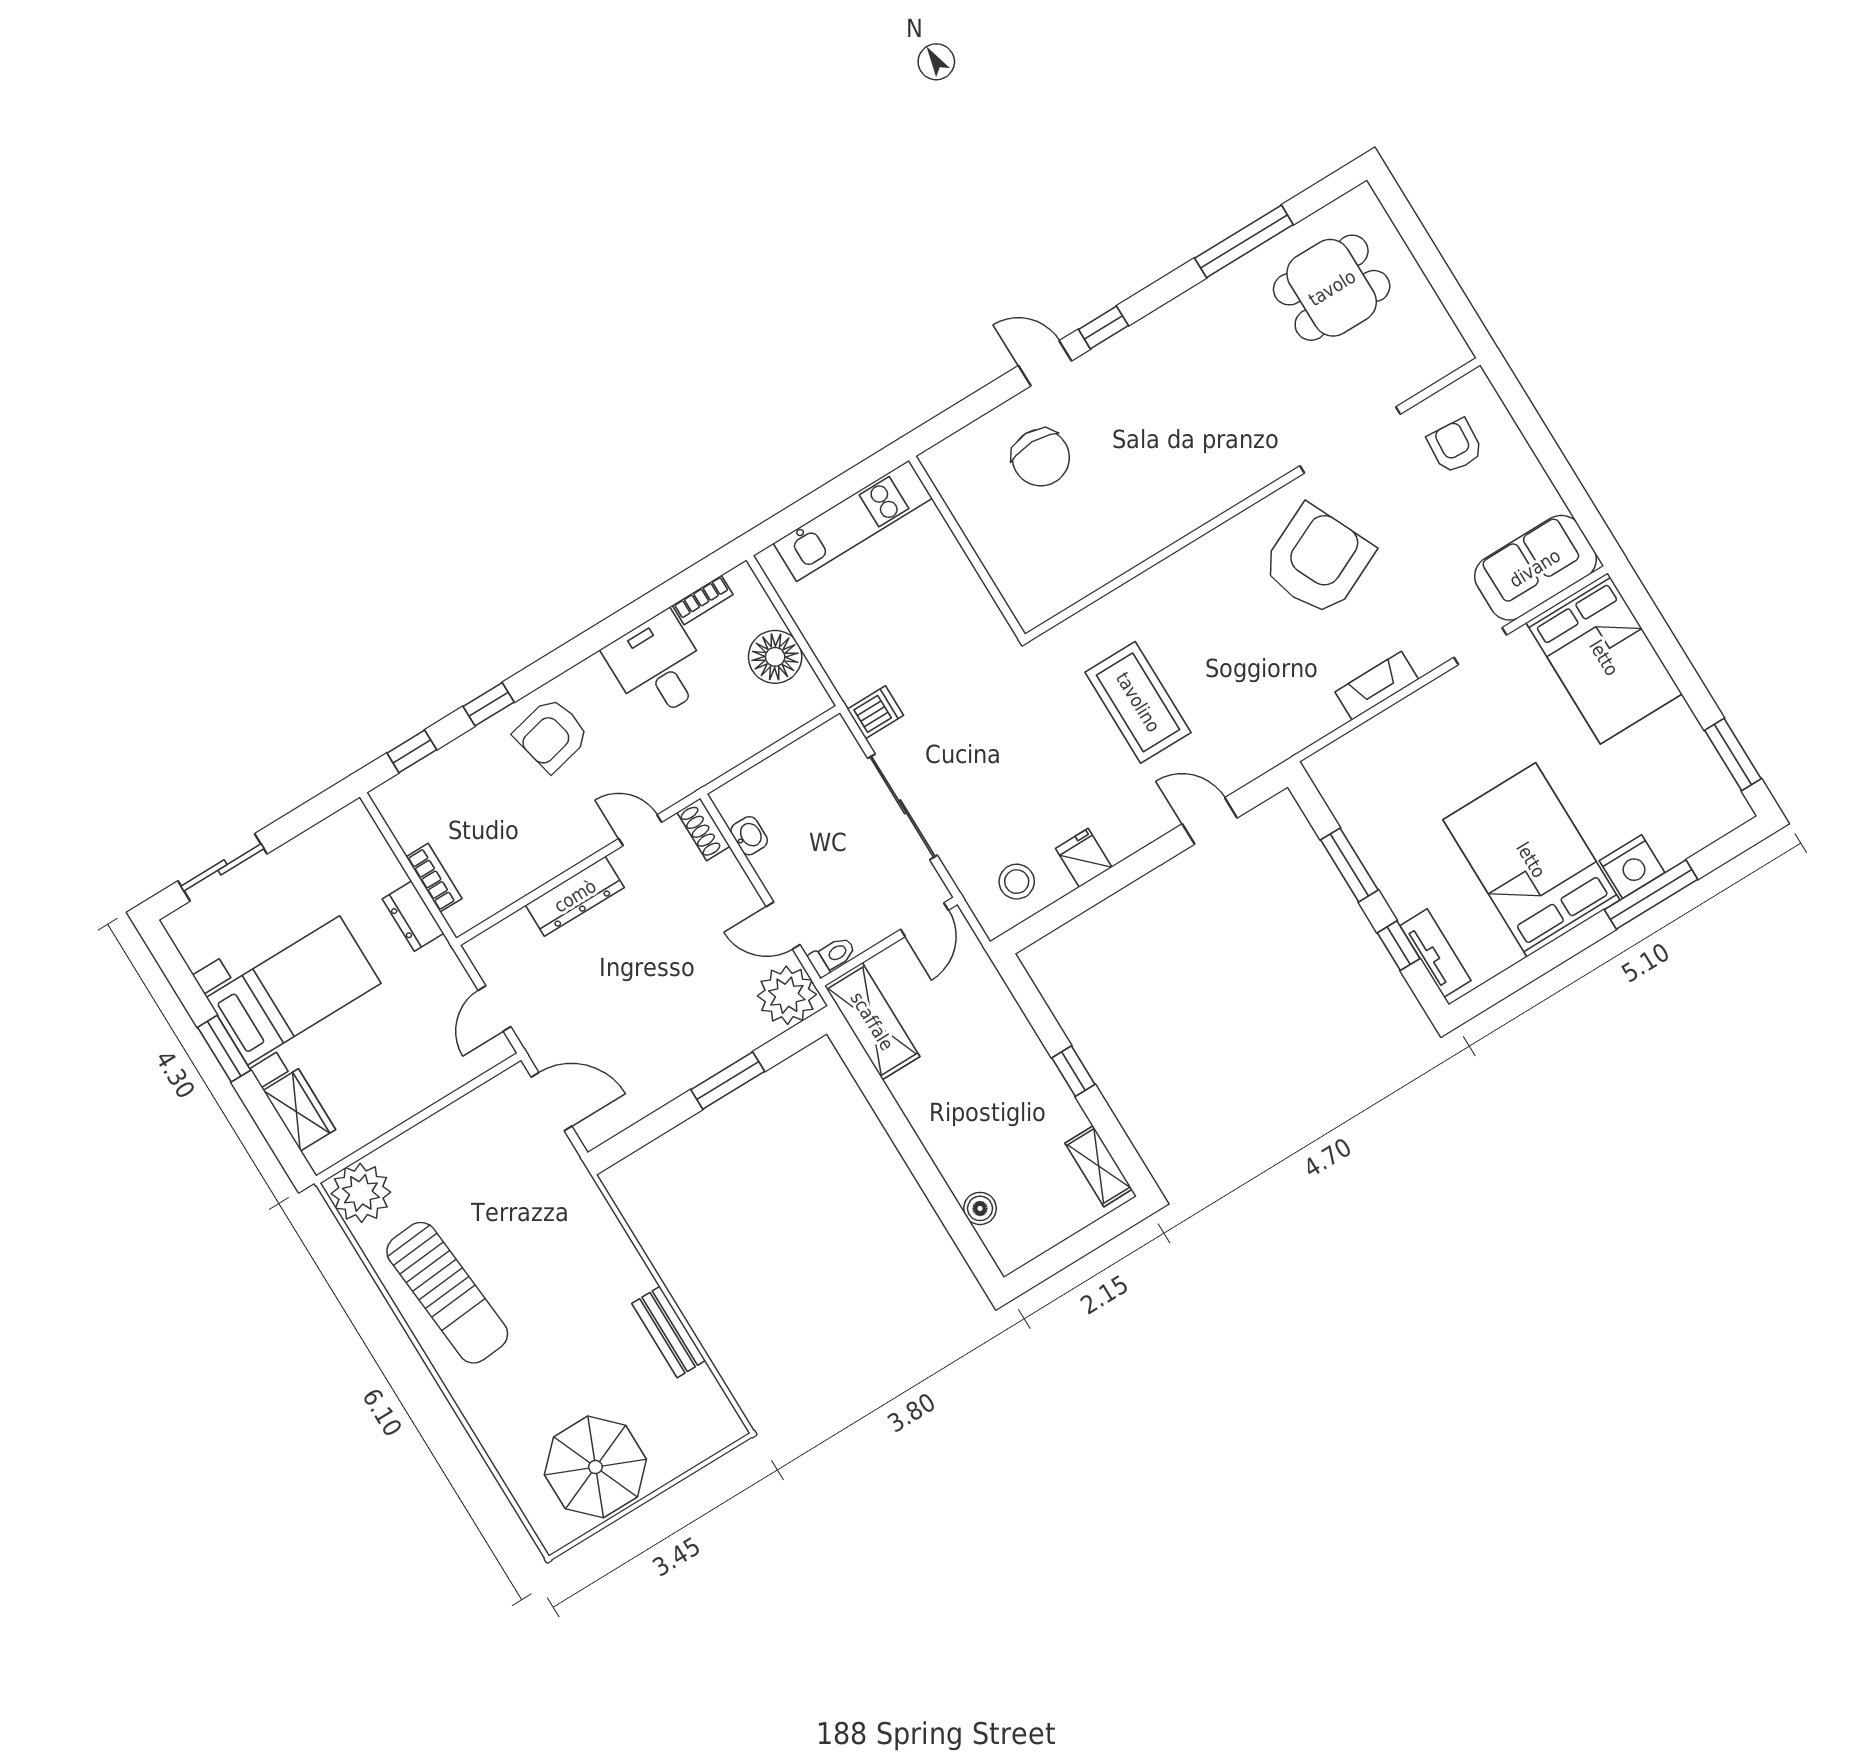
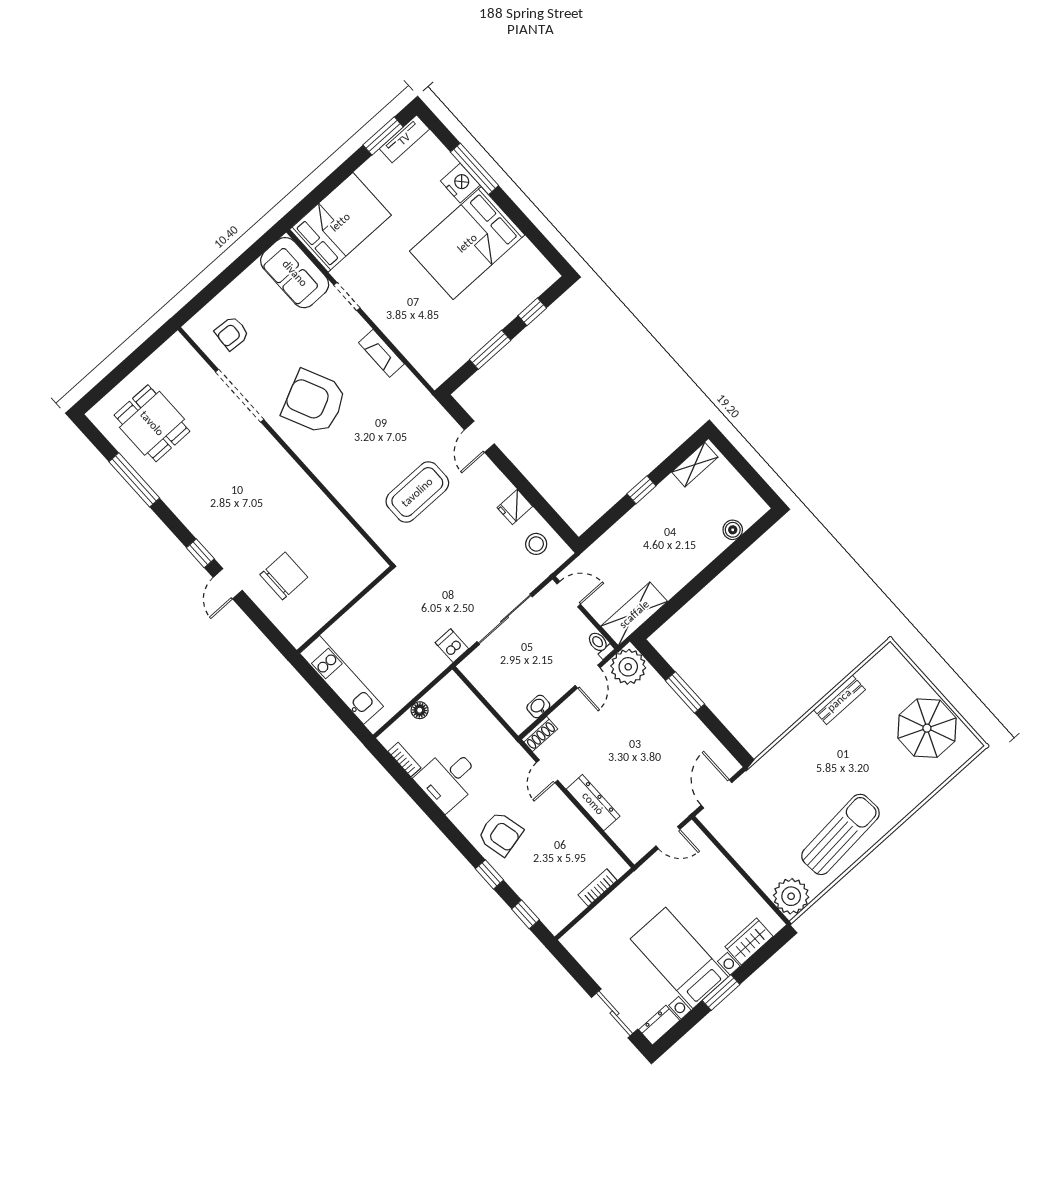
floor lamp: (775, 657) -> (420, 710), width x0.53, depth x0.53
dresser: (413, 916) -> (659, 1025), moved, turned 180
tv unit: (1435, 953) -> (404, 139), moved, turned 180

